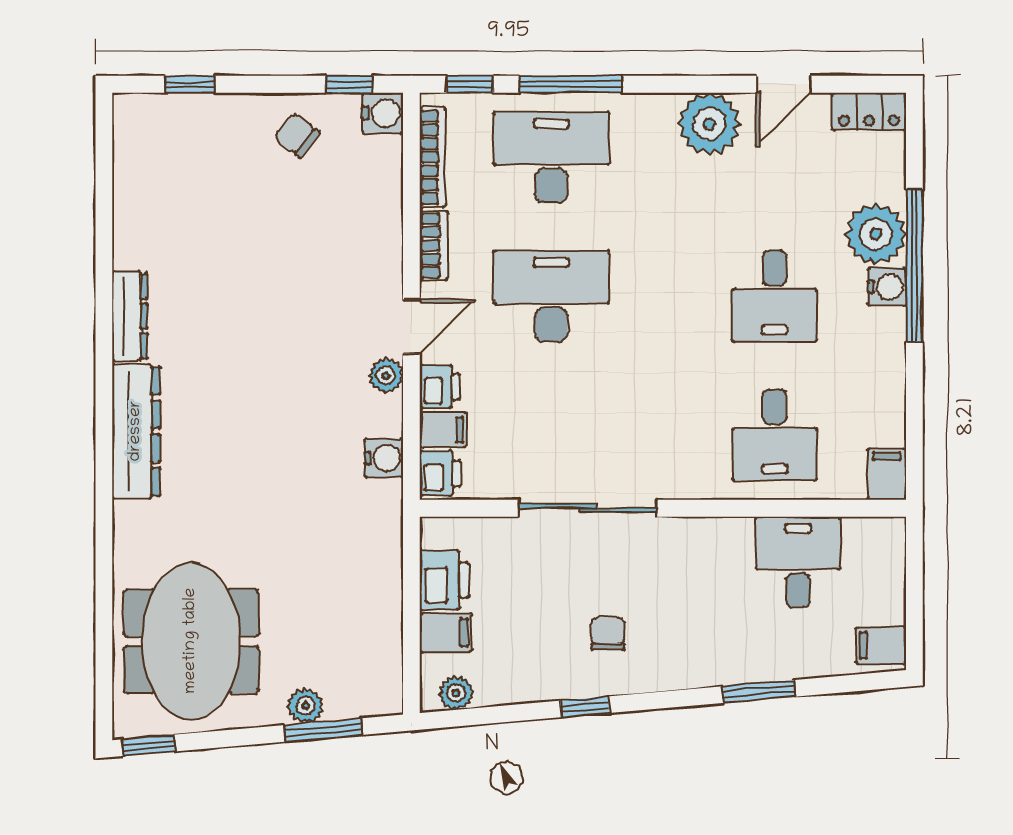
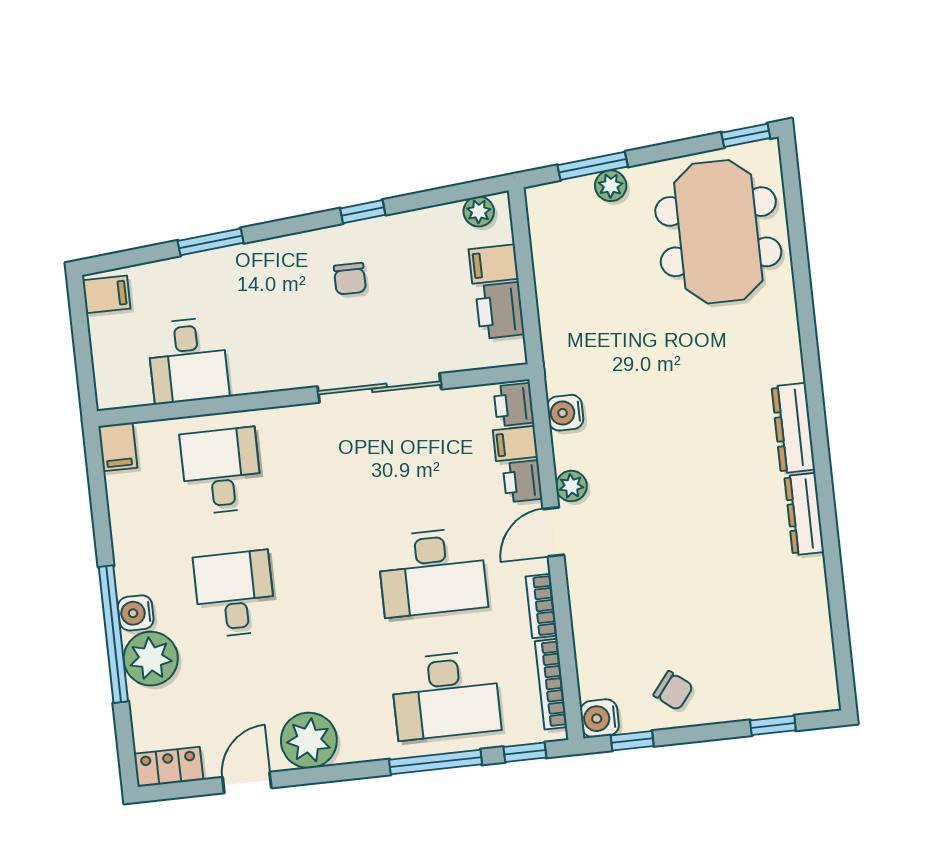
dresser: (136, 431) -> (793, 428), width x0.73, depth x0.80

